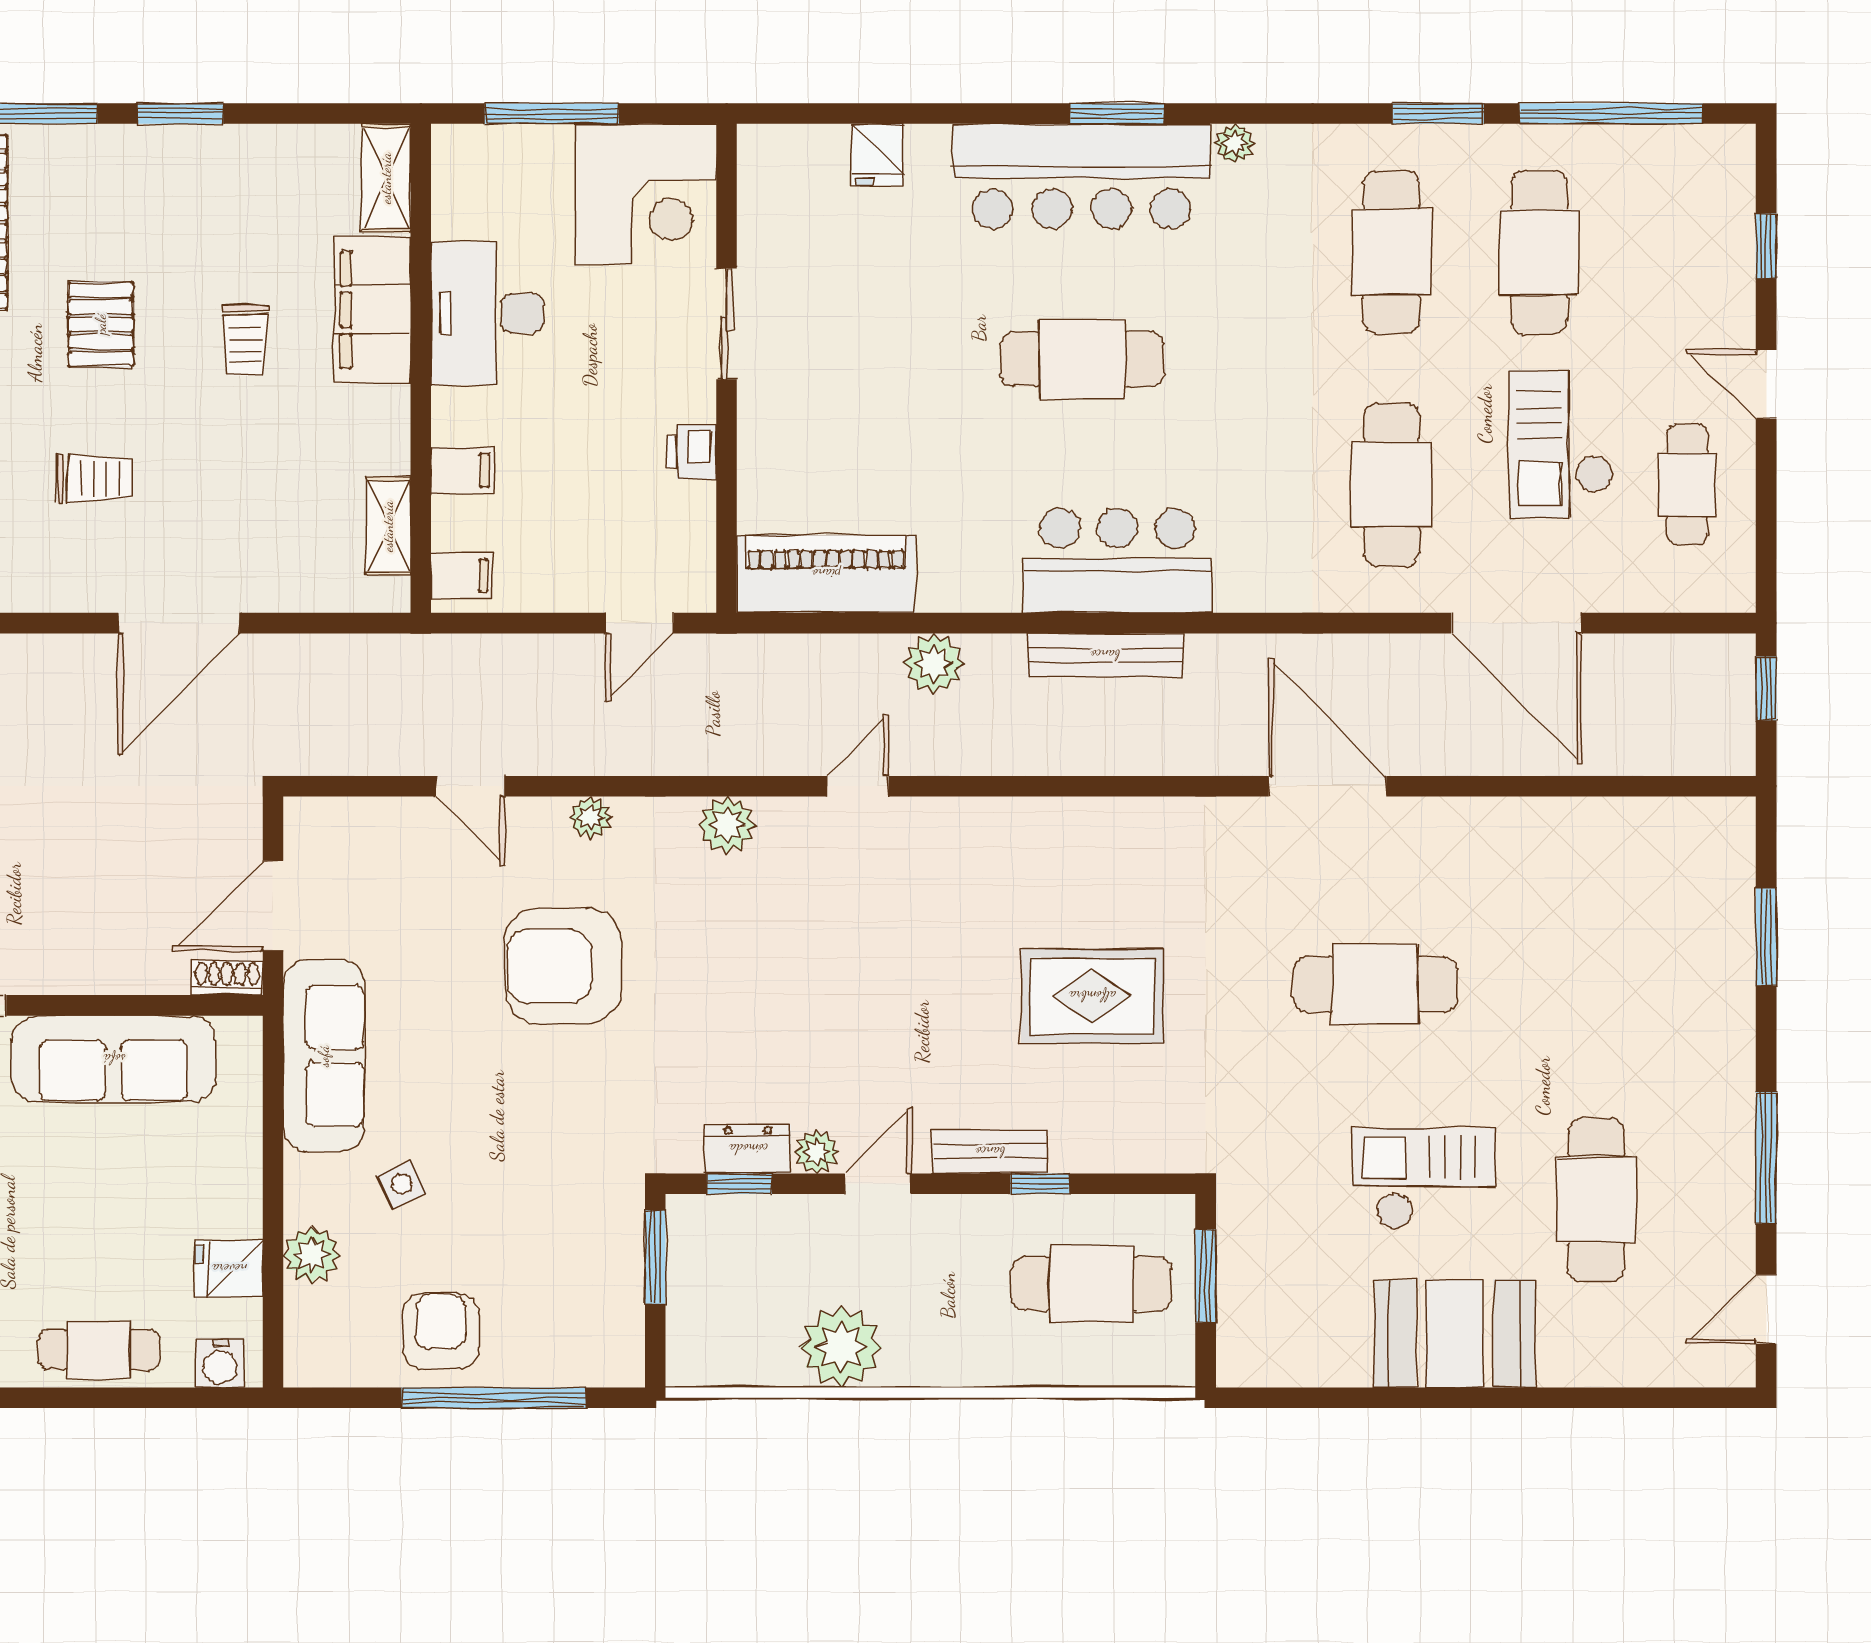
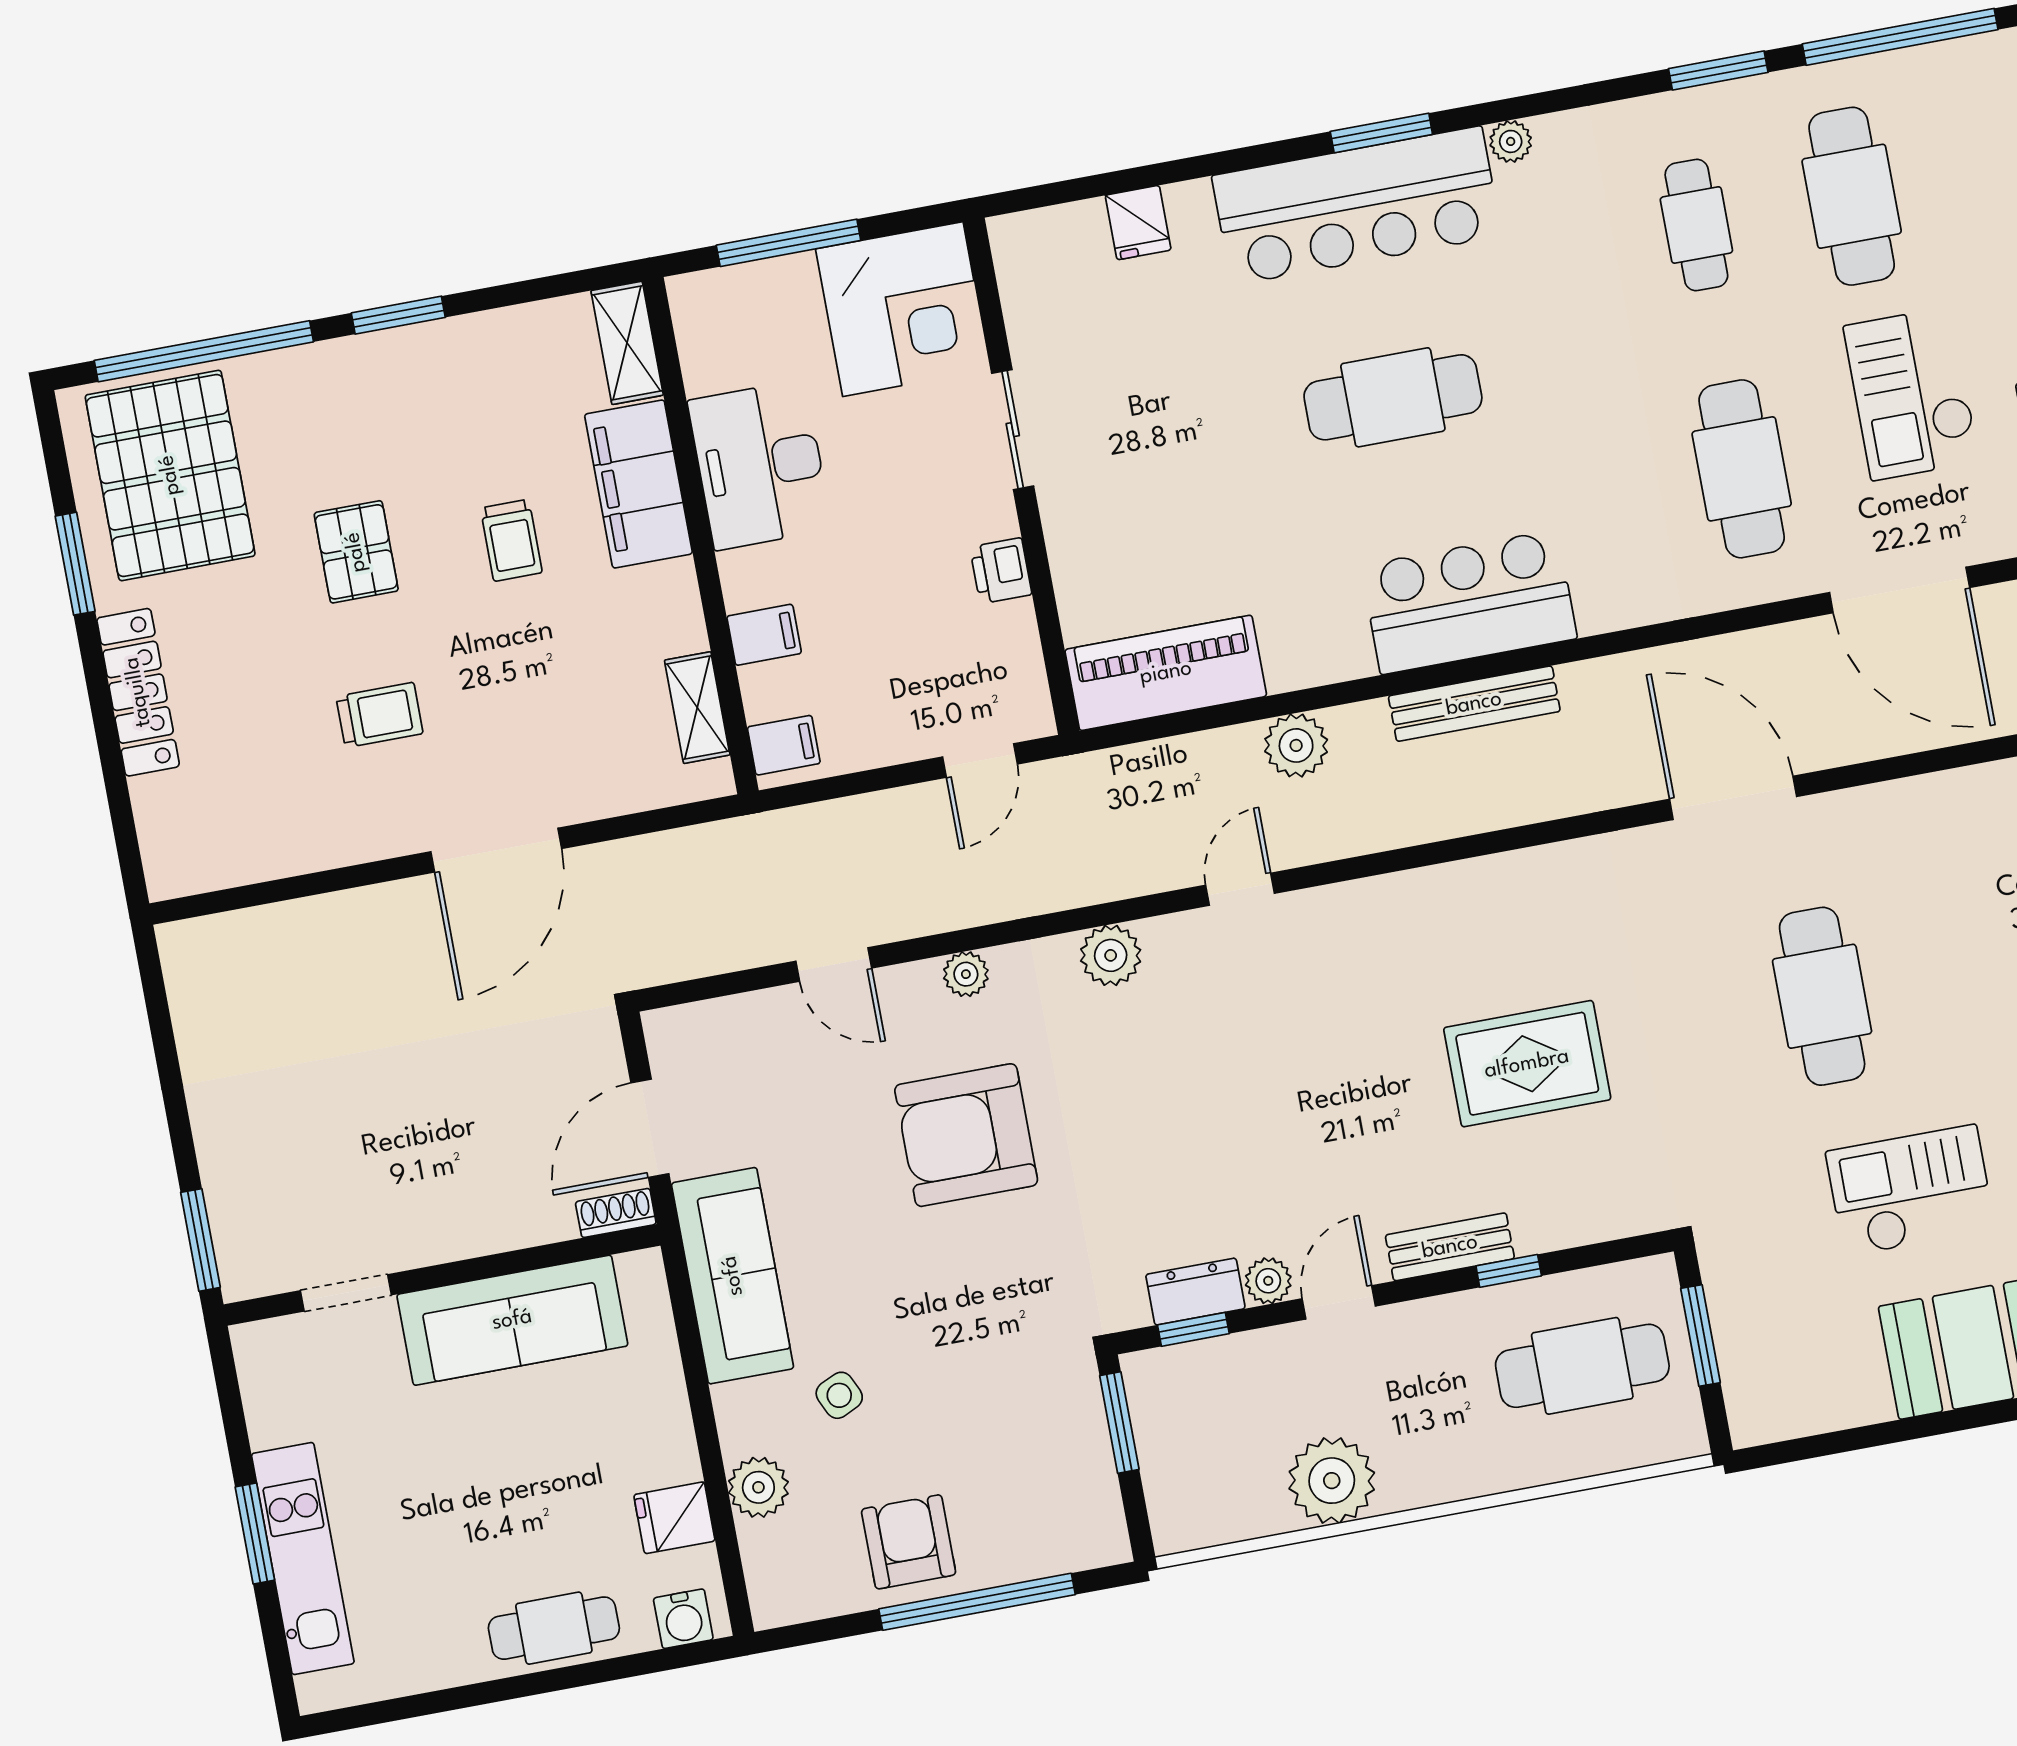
cafe table: (1391, 252) -> (1696, 225), width x0.73, depth x0.74
cafe table: (1376, 984) -> (1822, 996), turned 90

